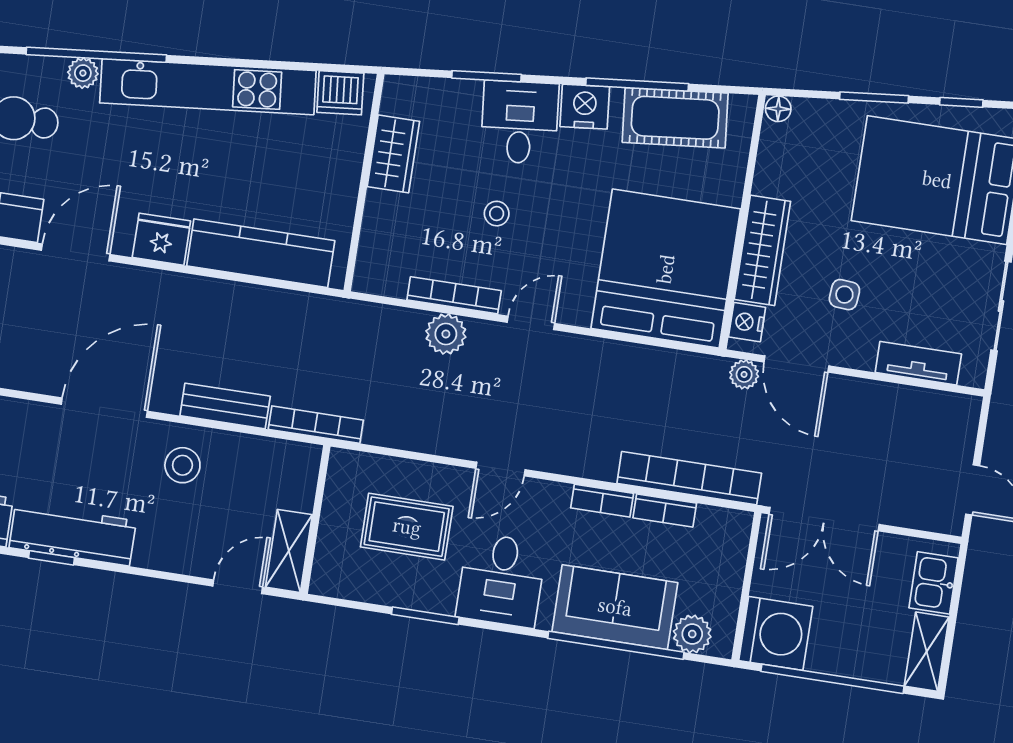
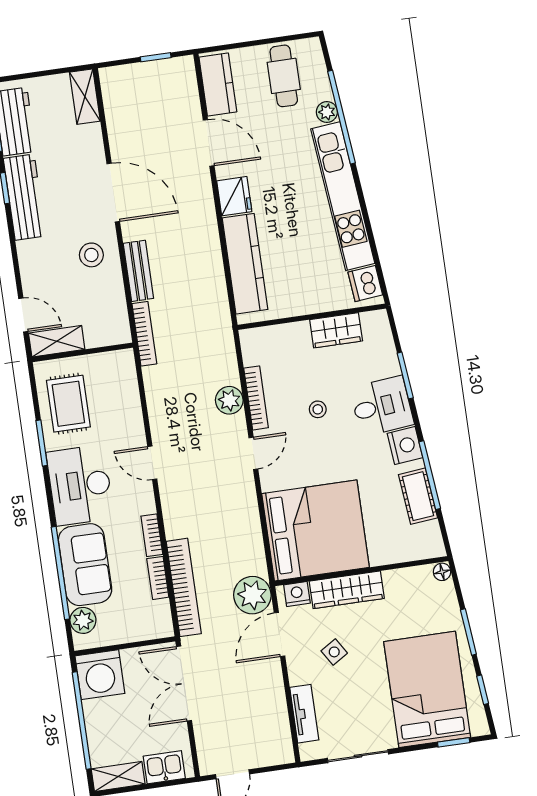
cot: (675, 118) -> (418, 496), width x0.73, depth x0.75
side table: (844, 295) -> (334, 652), turned -37
door: (531, 323) -> (253, 453), hinge flipped
plant: (744, 374) -> (252, 595), width x1.88, depth x1.88
rug: (407, 527) -> (68, 404), moved
desk: (501, 580) -> (80, 485), width x1.37

